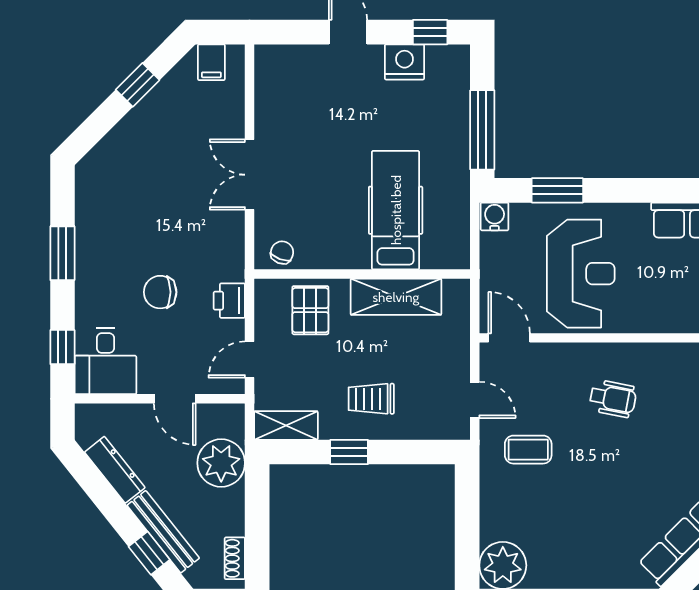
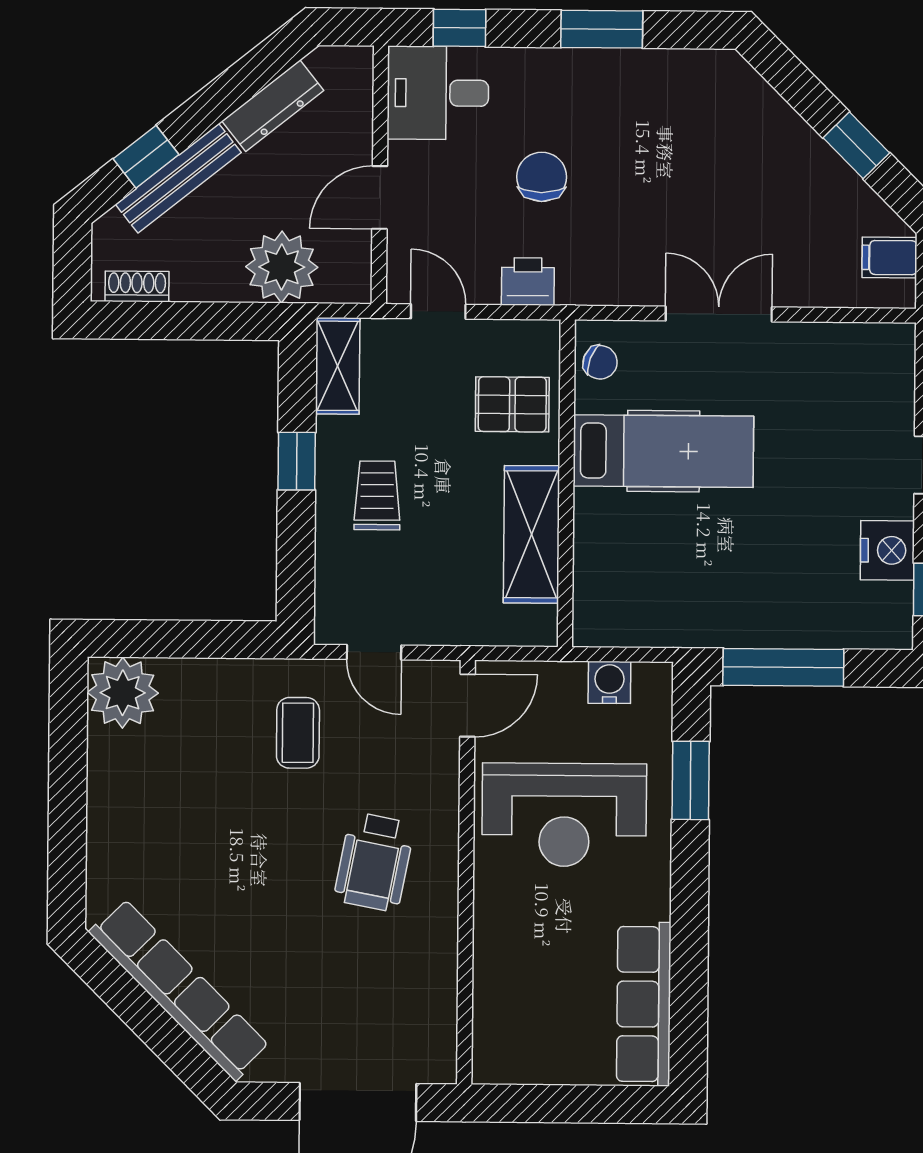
hospital bed: (396, 210) -> (663, 451), moved
water cooler: (495, 216) -> (609, 682), moved, turned -90
wheelchair: (613, 399) -> (374, 862), width x1.36, depth x1.37
door: (475, 400) -> (374, 652), hinge flipped

